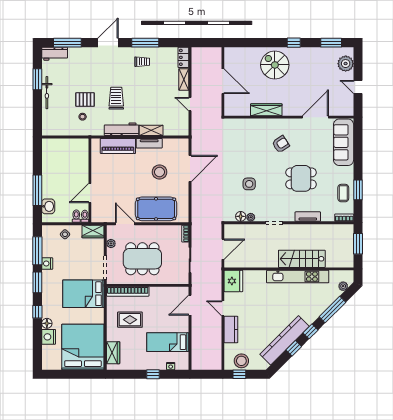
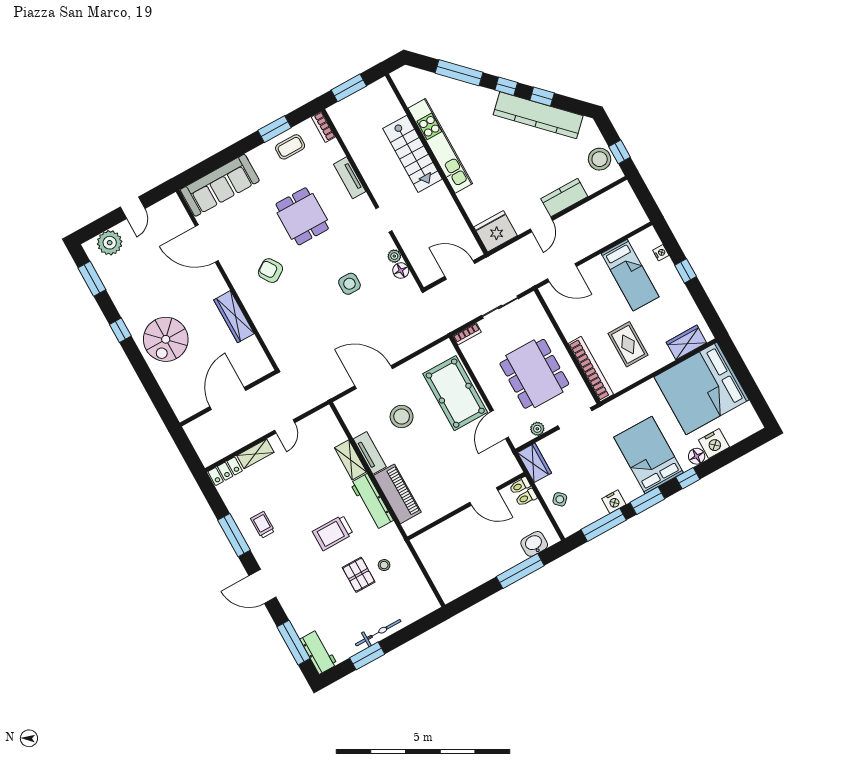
plant: (343, 286) -> (419, 76), removed
bed: (83, 294) -> (649, 455), moved, turned 180

